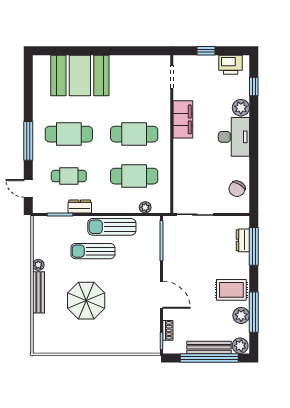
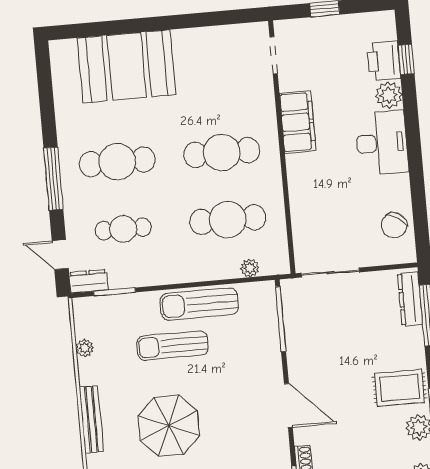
printer: (231, 65) -> (384, 61), moved, turned 90
dresser: (80, 207) -> (88, 281), moved
dresser: (243, 240) -> (410, 299), width x1.44
plant: (38, 265) -> (85, 348), moved

